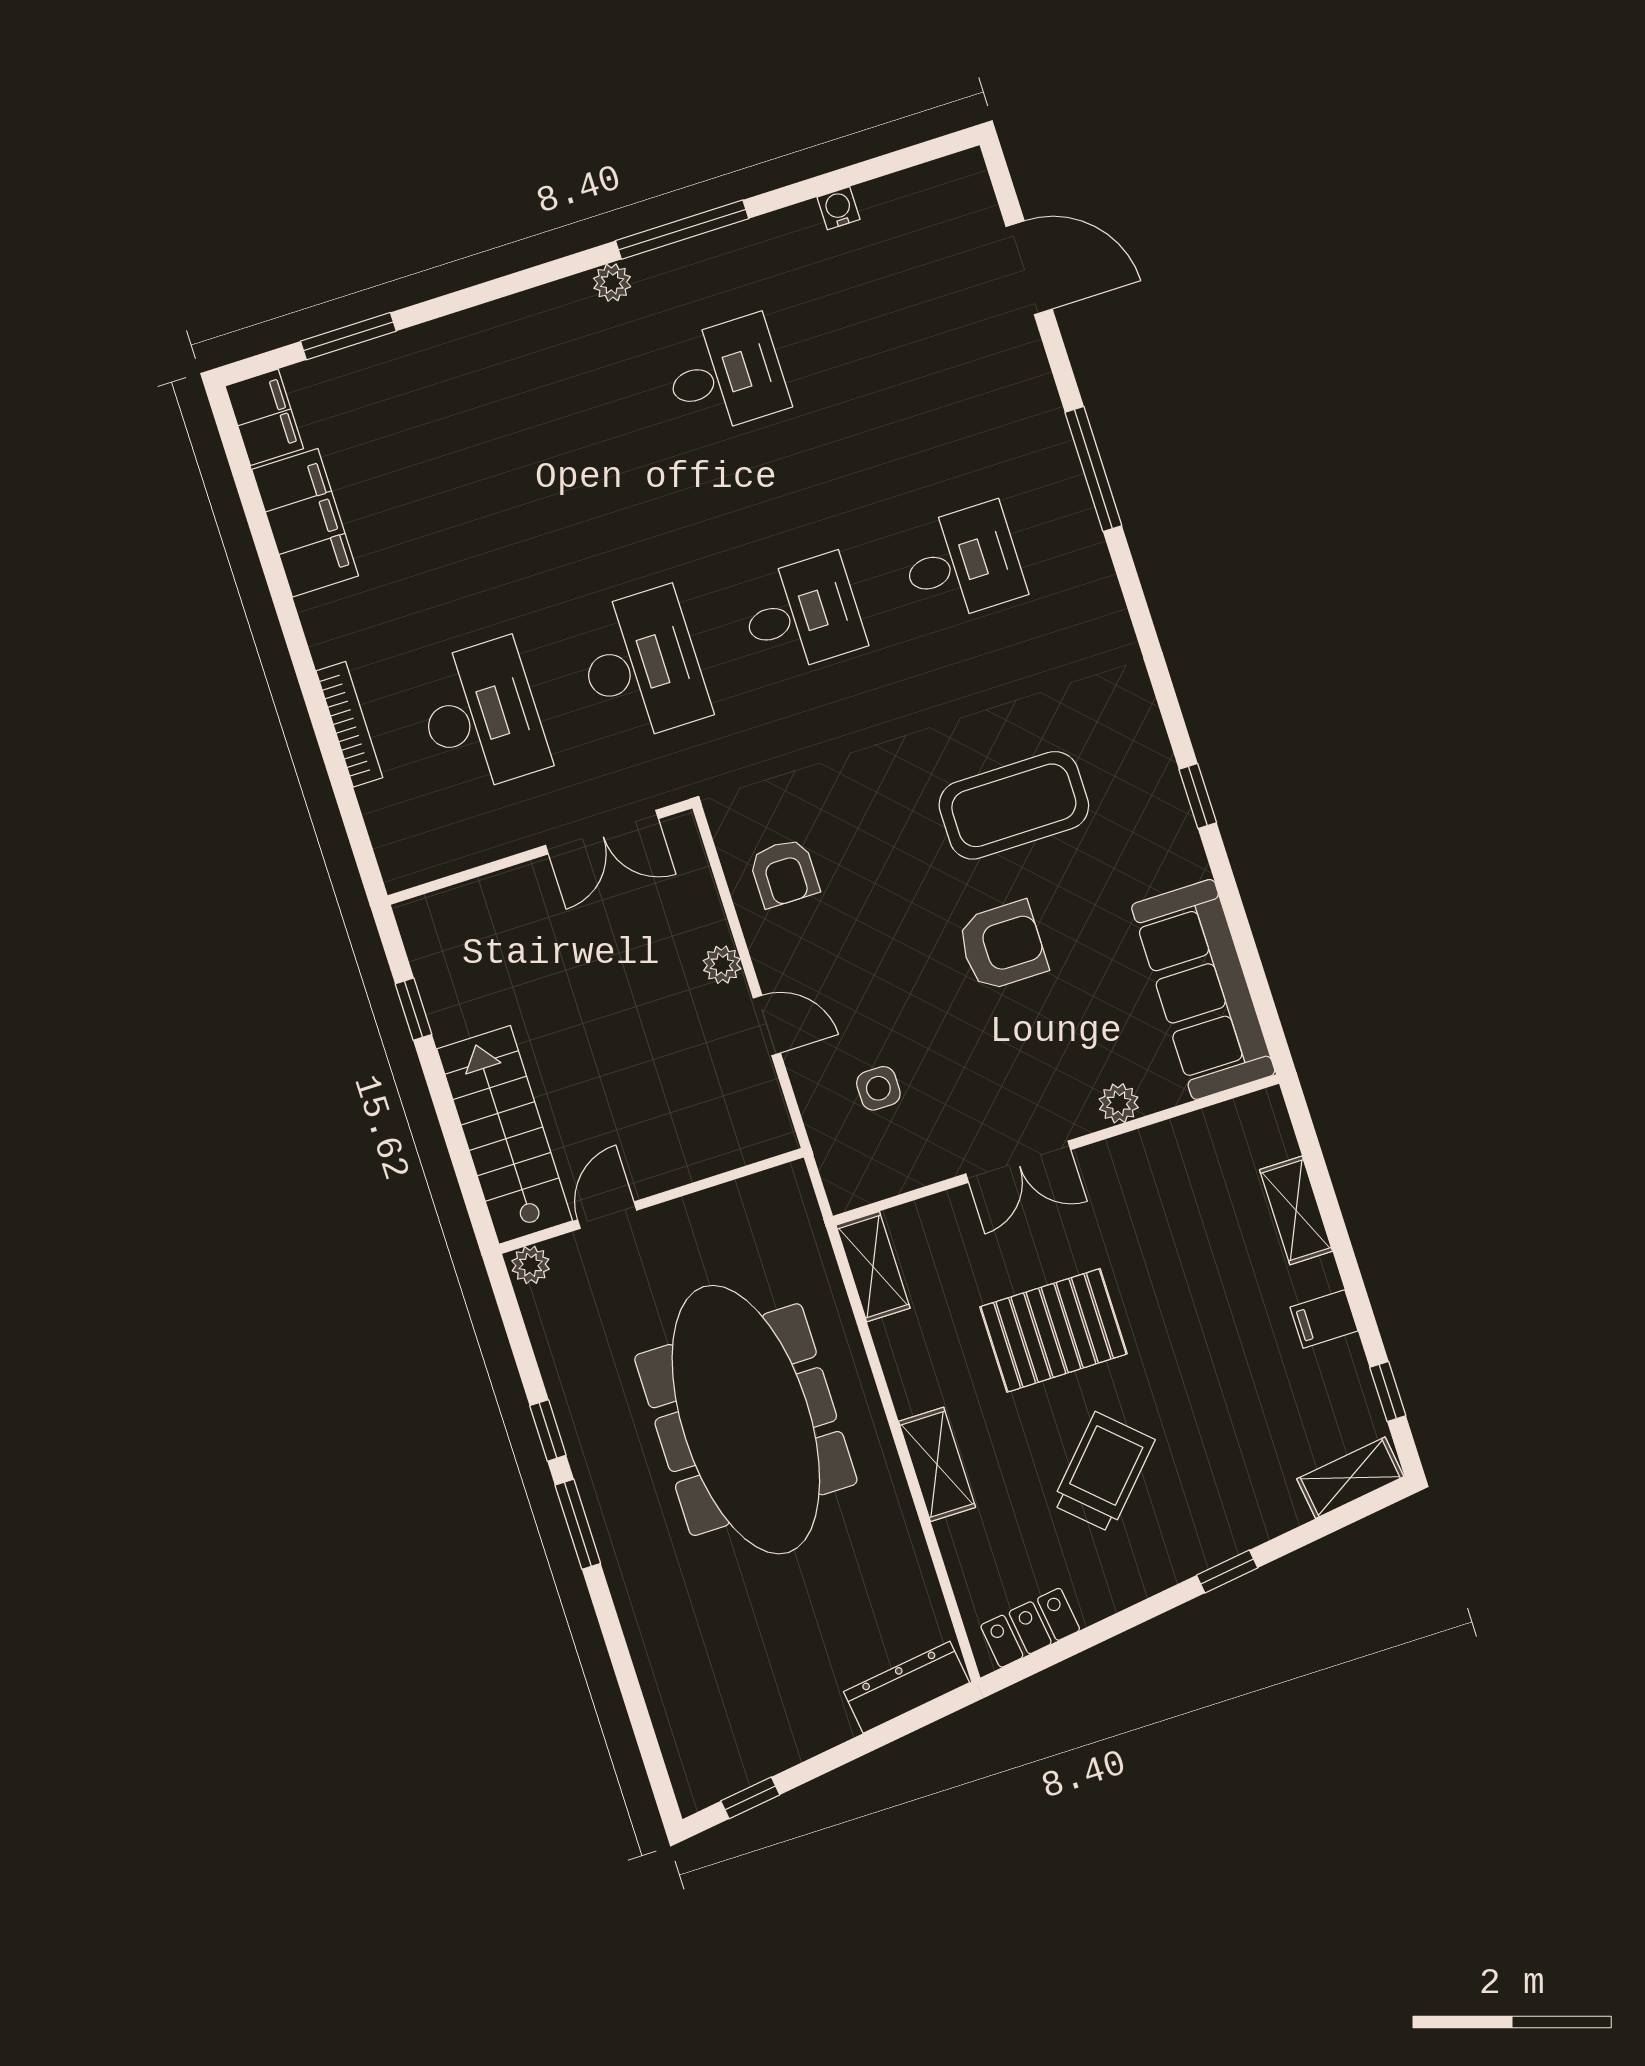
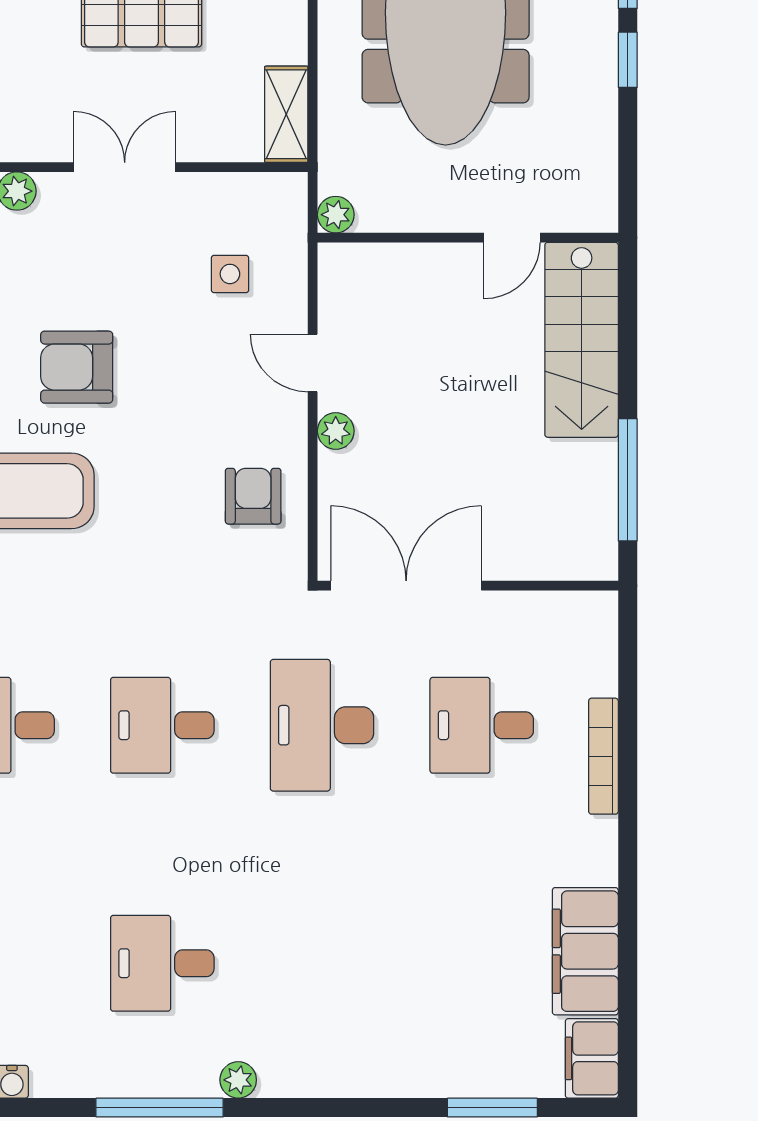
desk: (481, 716) -> (482, 725), width x0.73
double door: (602, 832) -> (406, 586), width x1.37
window: (413, 1009) -> (628, 480), width x2.17
plant: (531, 1265) -> (336, 215), moved

